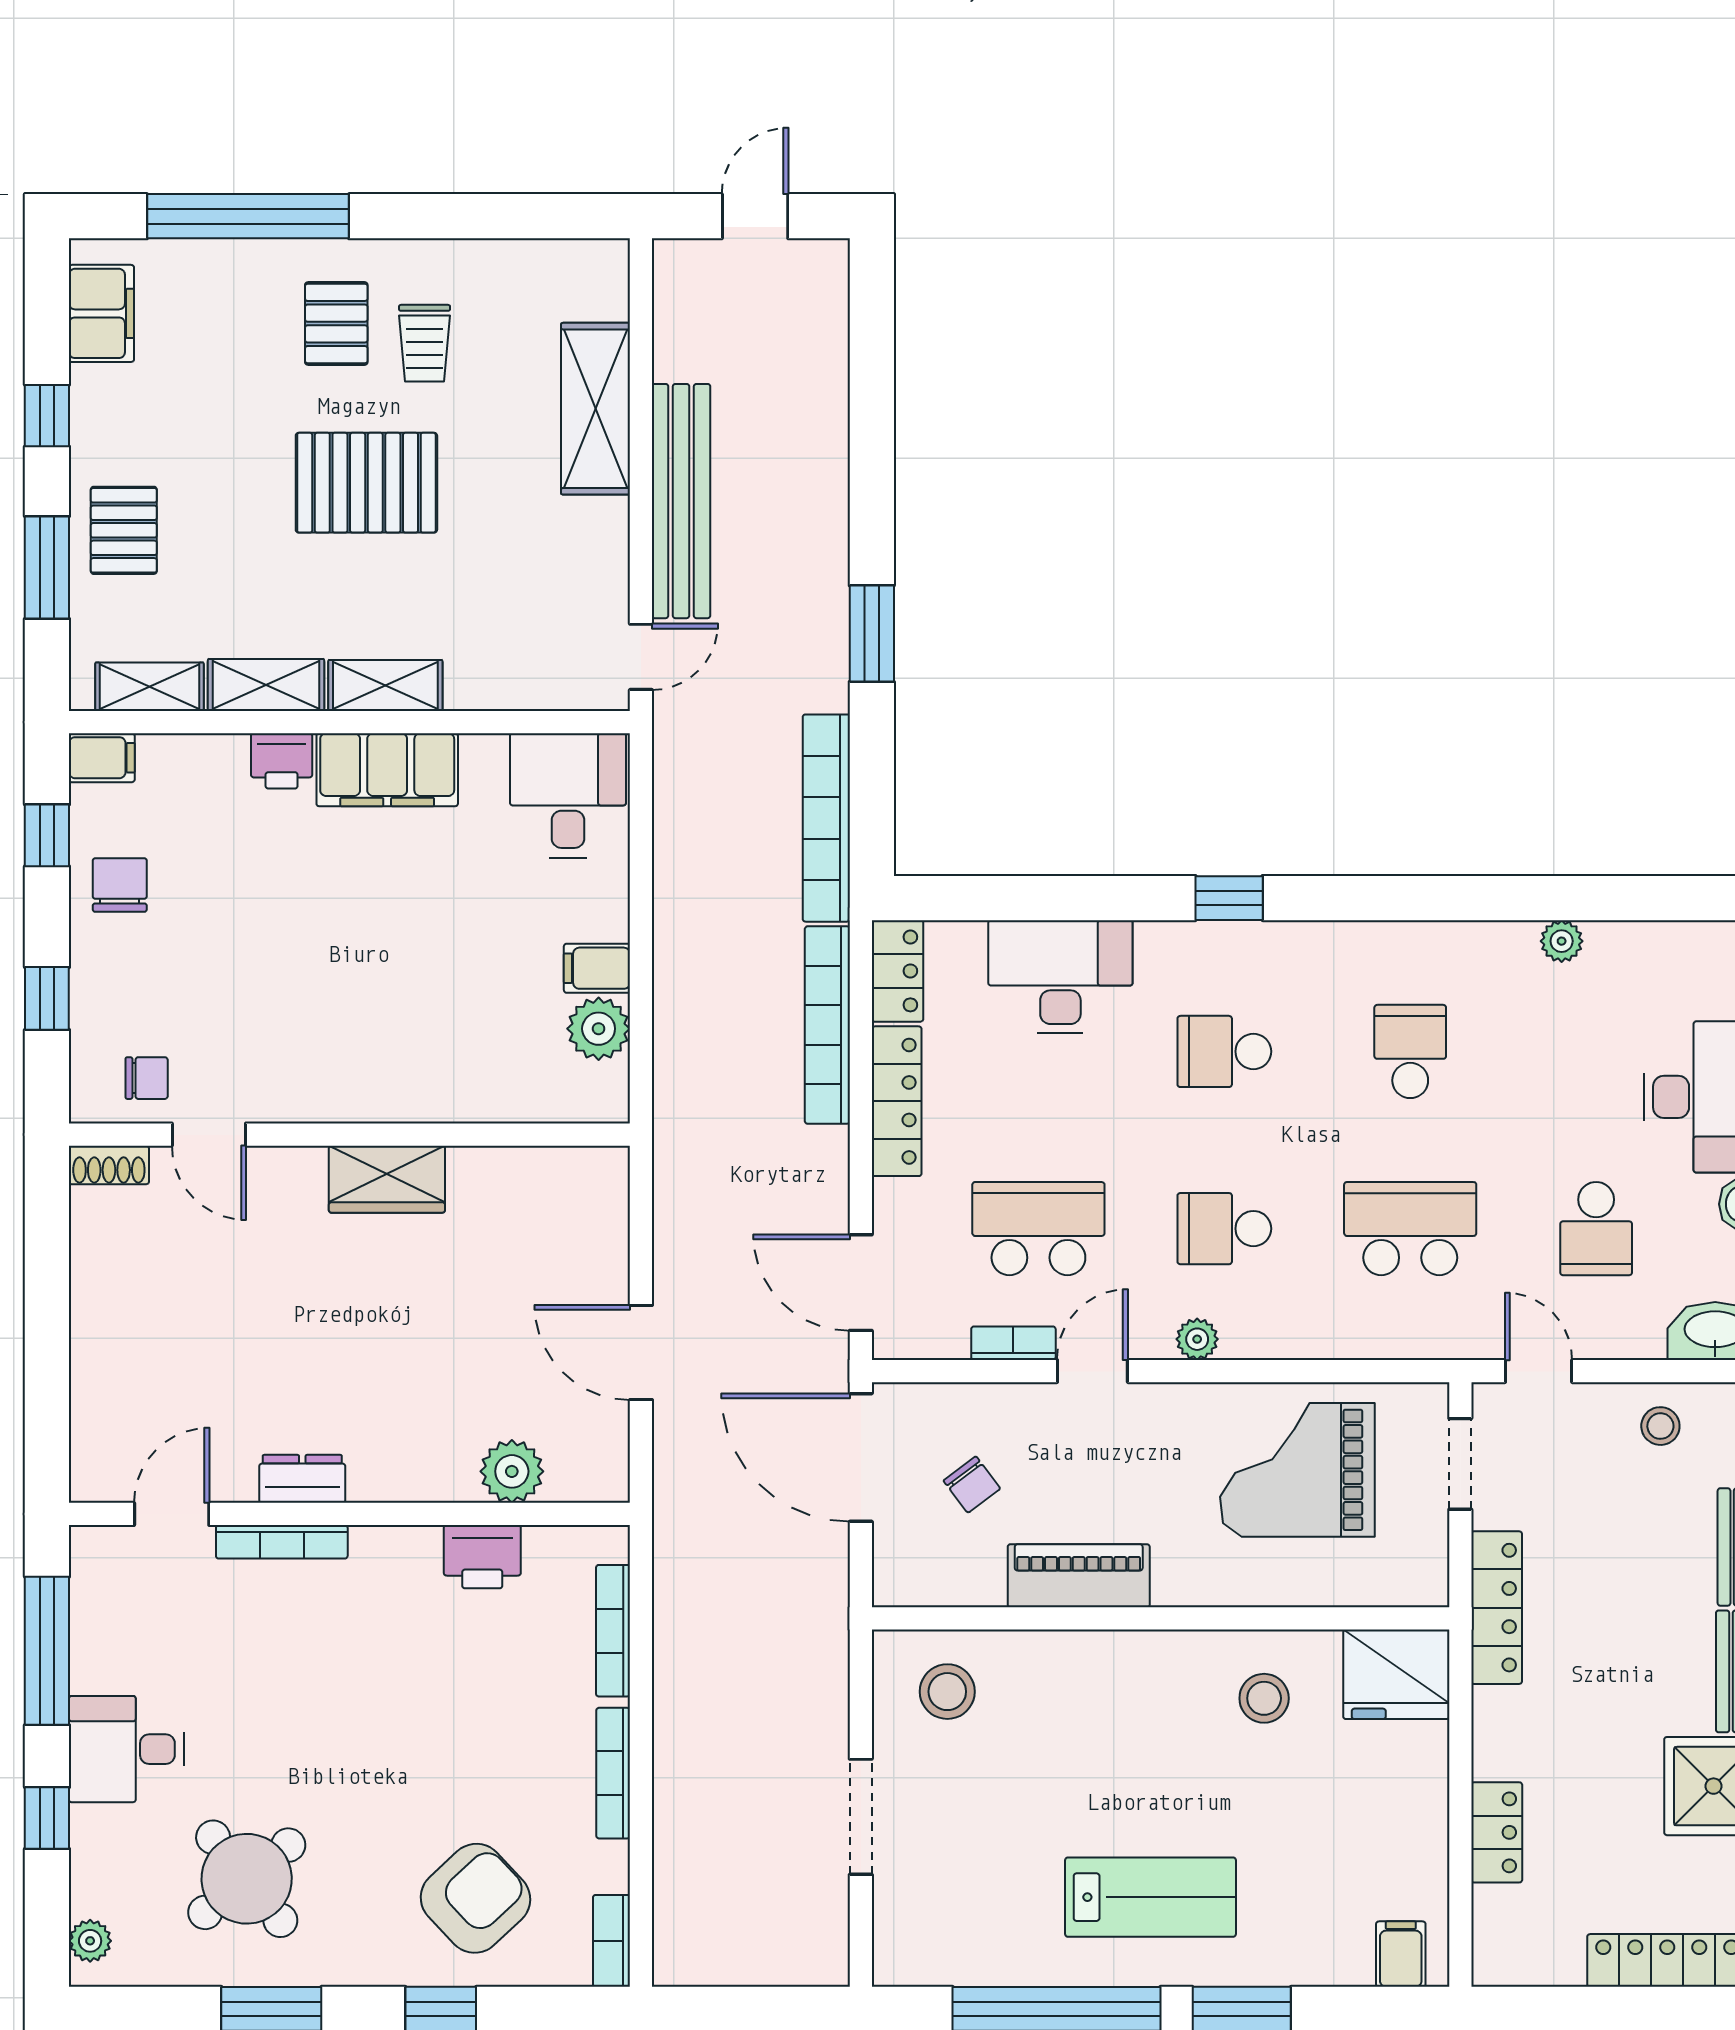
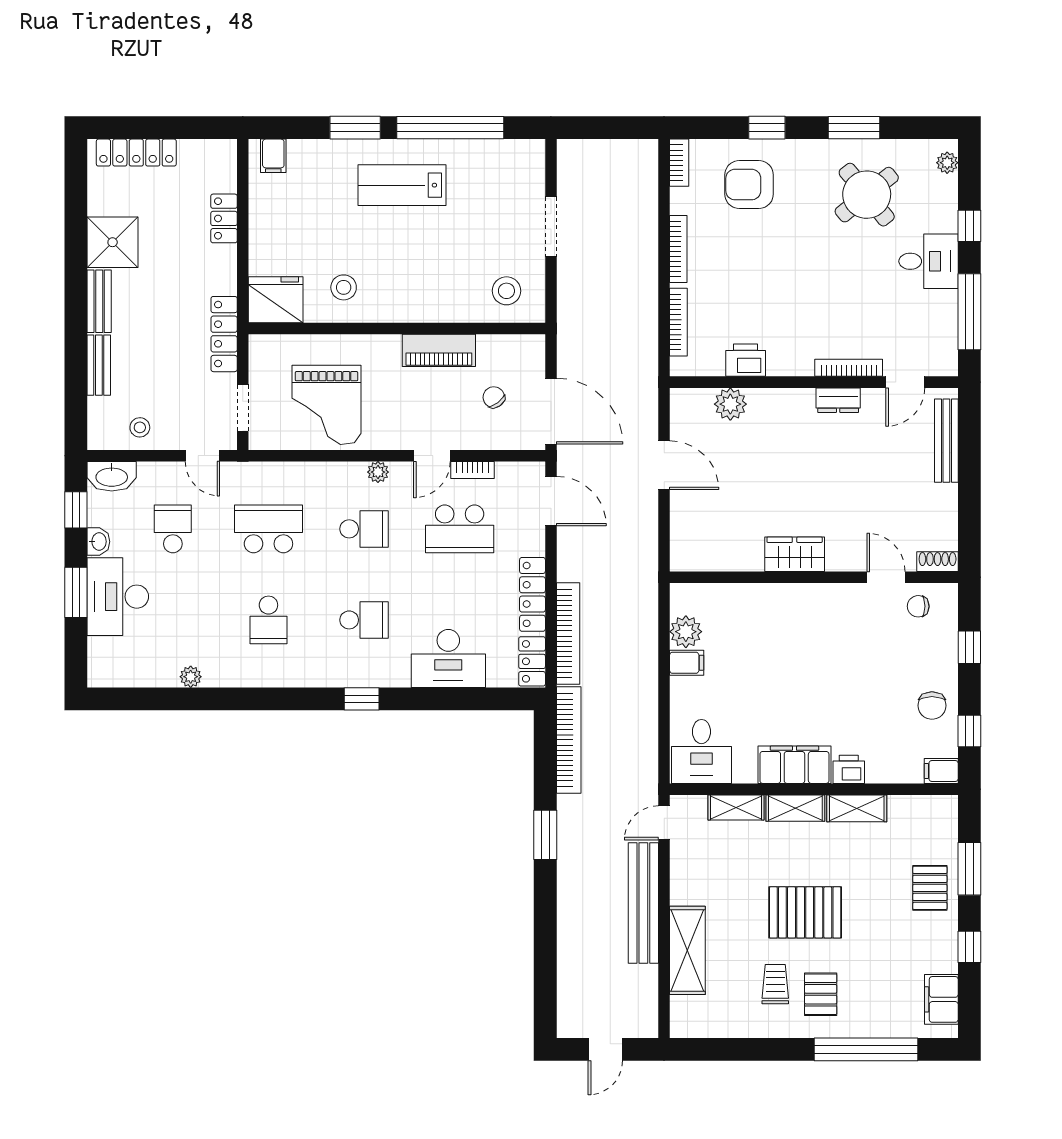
shelving: (149, 687) -> (736, 807), moved
school desk: (1410, 1229) -> (268, 529), turned 180
bench: (92, 1400) -> (946, 441), added
grand piano: (1297, 1470) -> (327, 405), turned 90
armchair: (475, 1898) -> (749, 185), turned 43

